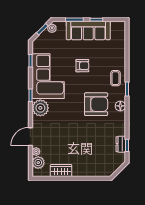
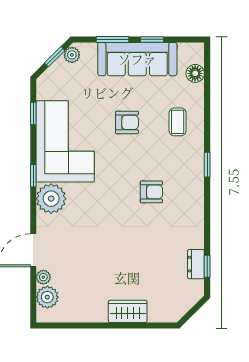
coffee table: (115, 78) -> (178, 122), moved
armchair: (96, 104) -> (151, 192), width x0.53, depth x0.53
floor lamp: (120, 106) -> (195, 73), moved
wardrobe: (61, 170) -> (128, 311), moved

